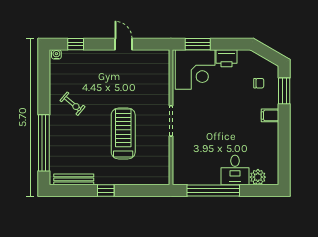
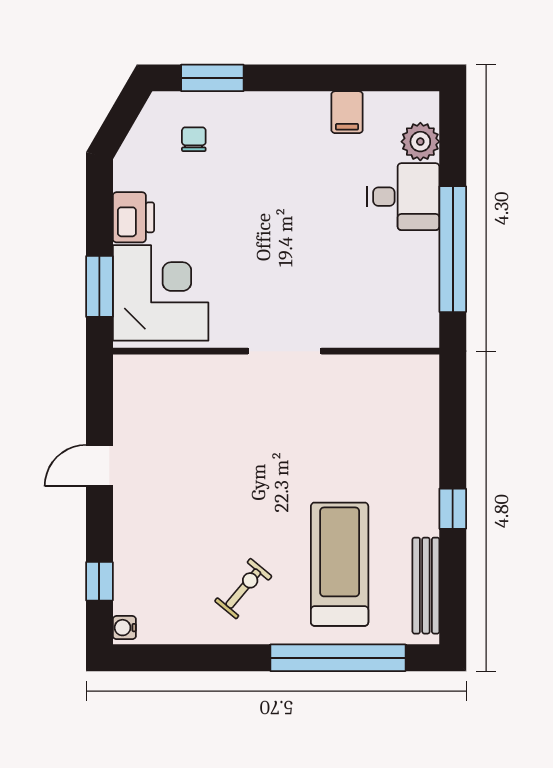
filing cabinet: (270, 115) -> (347, 112), moved
treadmill: (123, 133) -> (340, 564), moved, turned 90

